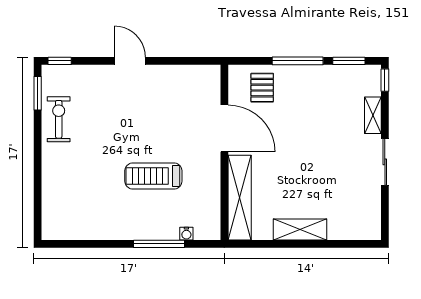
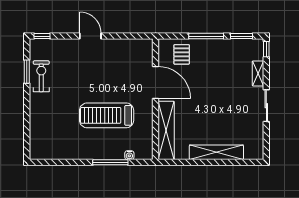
window: (38, 93) -> (27, 72), moved
treadmill: (153, 176) -> (107, 115), width x1.37, depth x1.38
shelving: (300, 229) -> (216, 152), width x1.47

